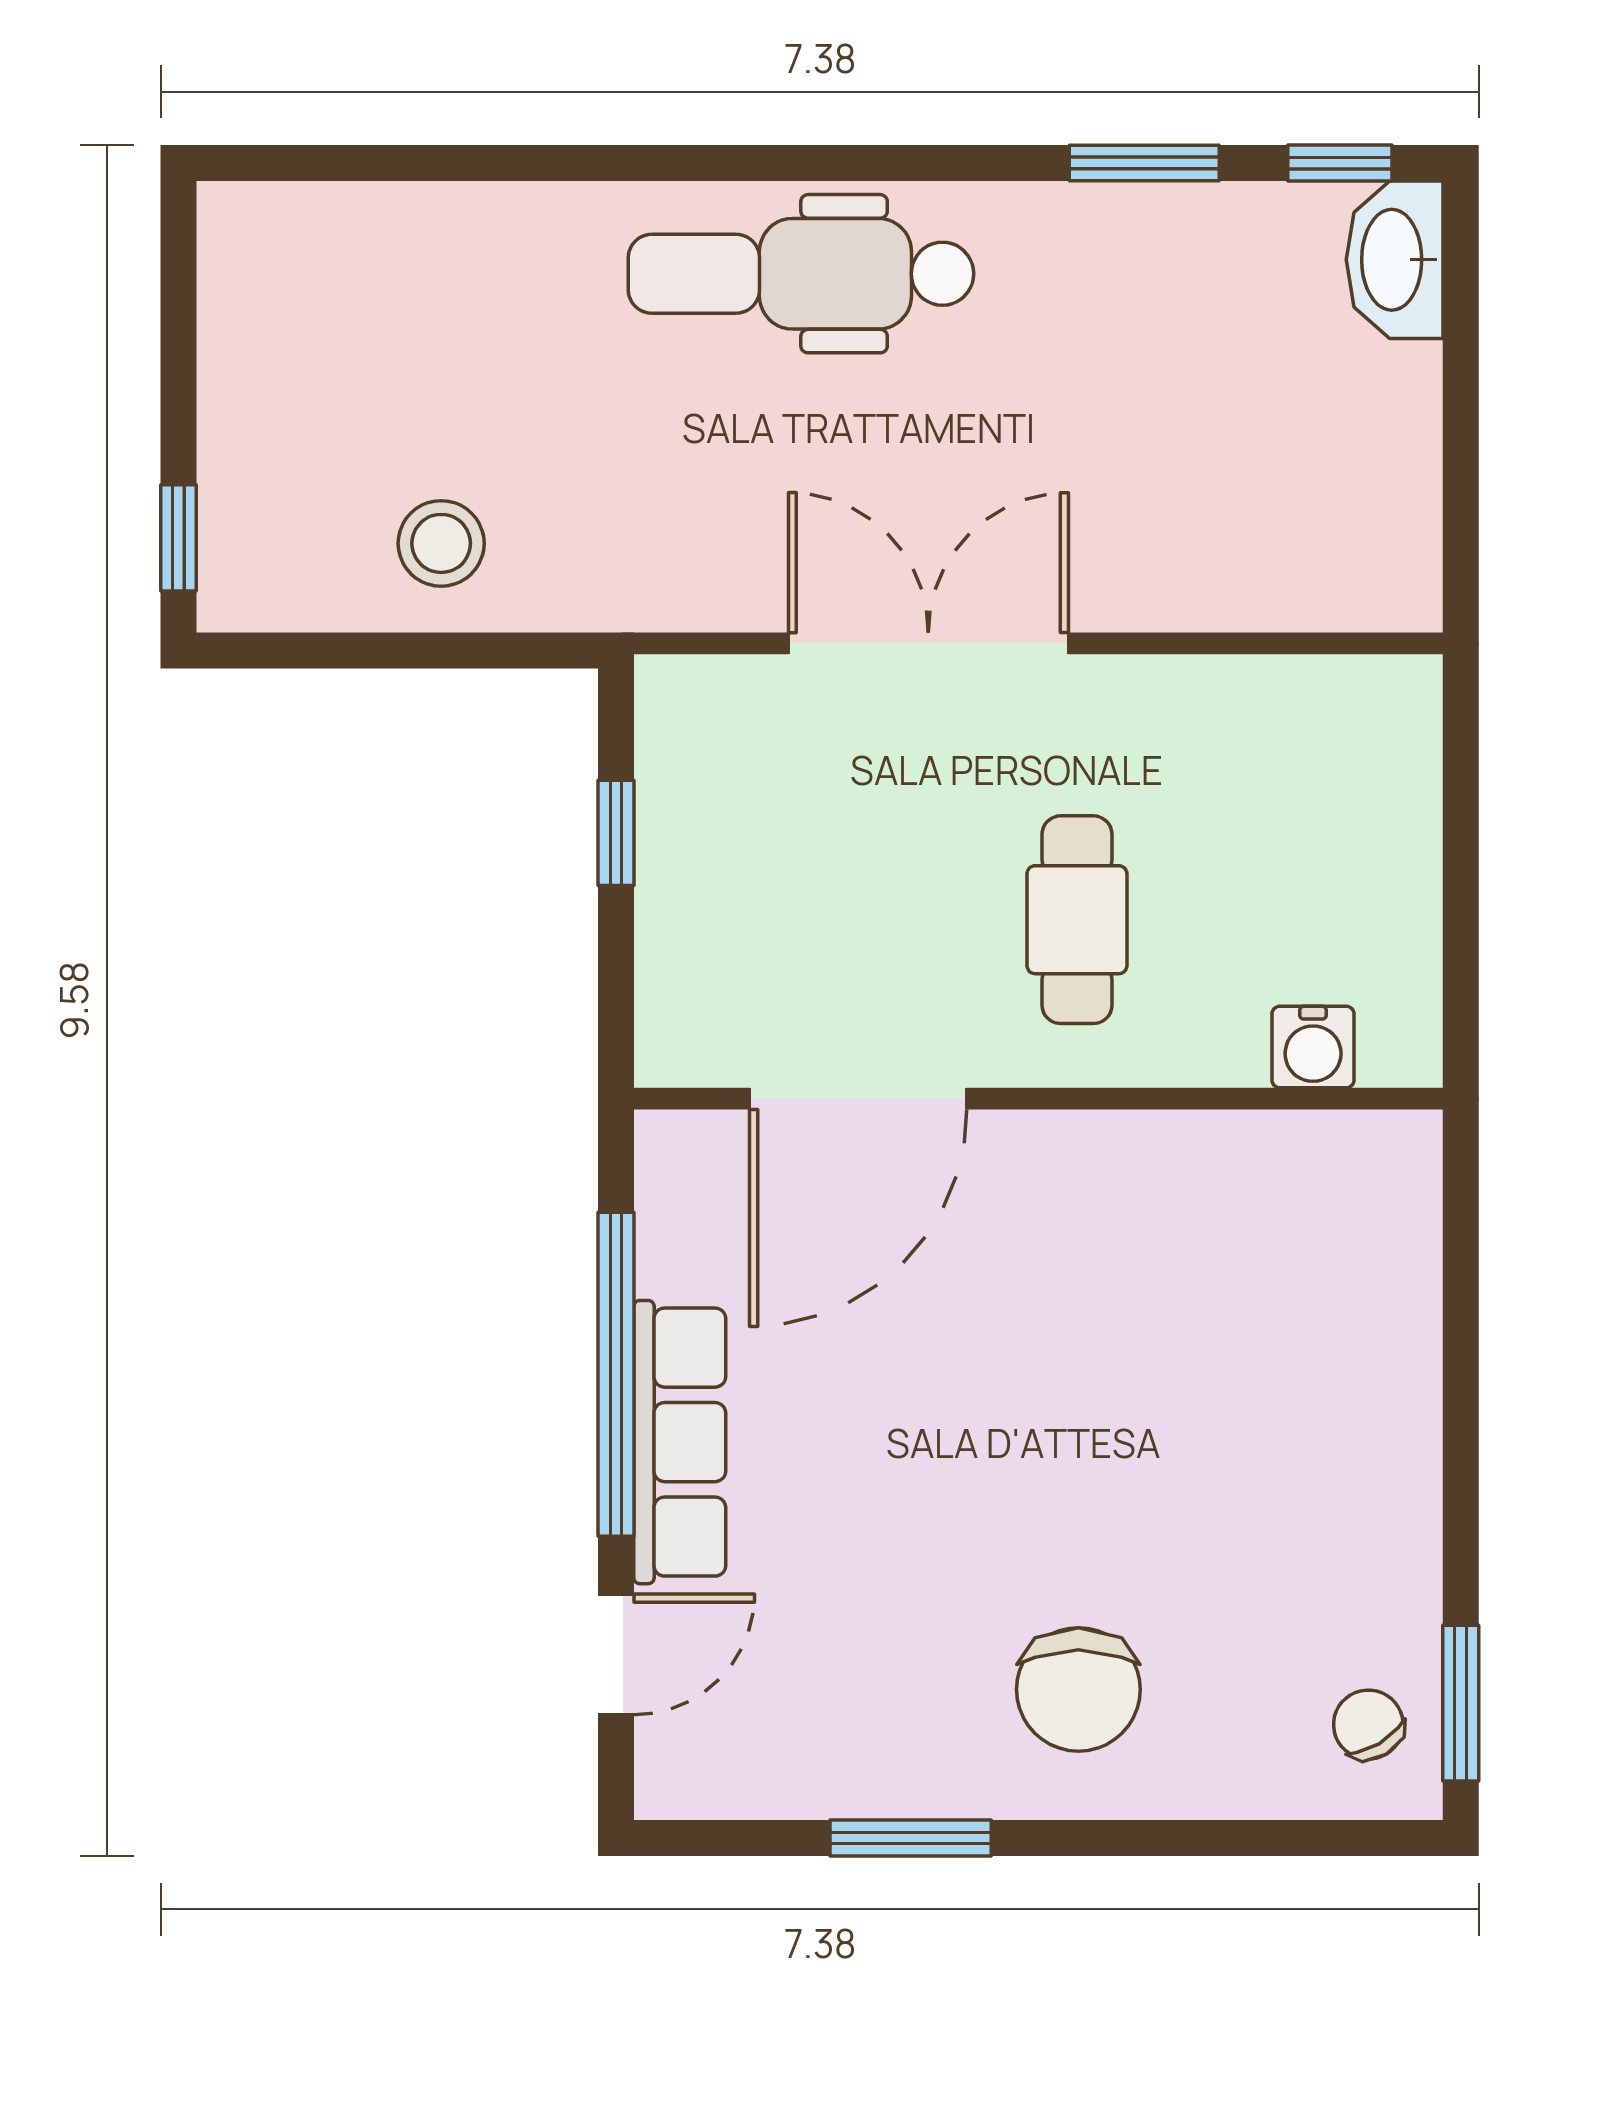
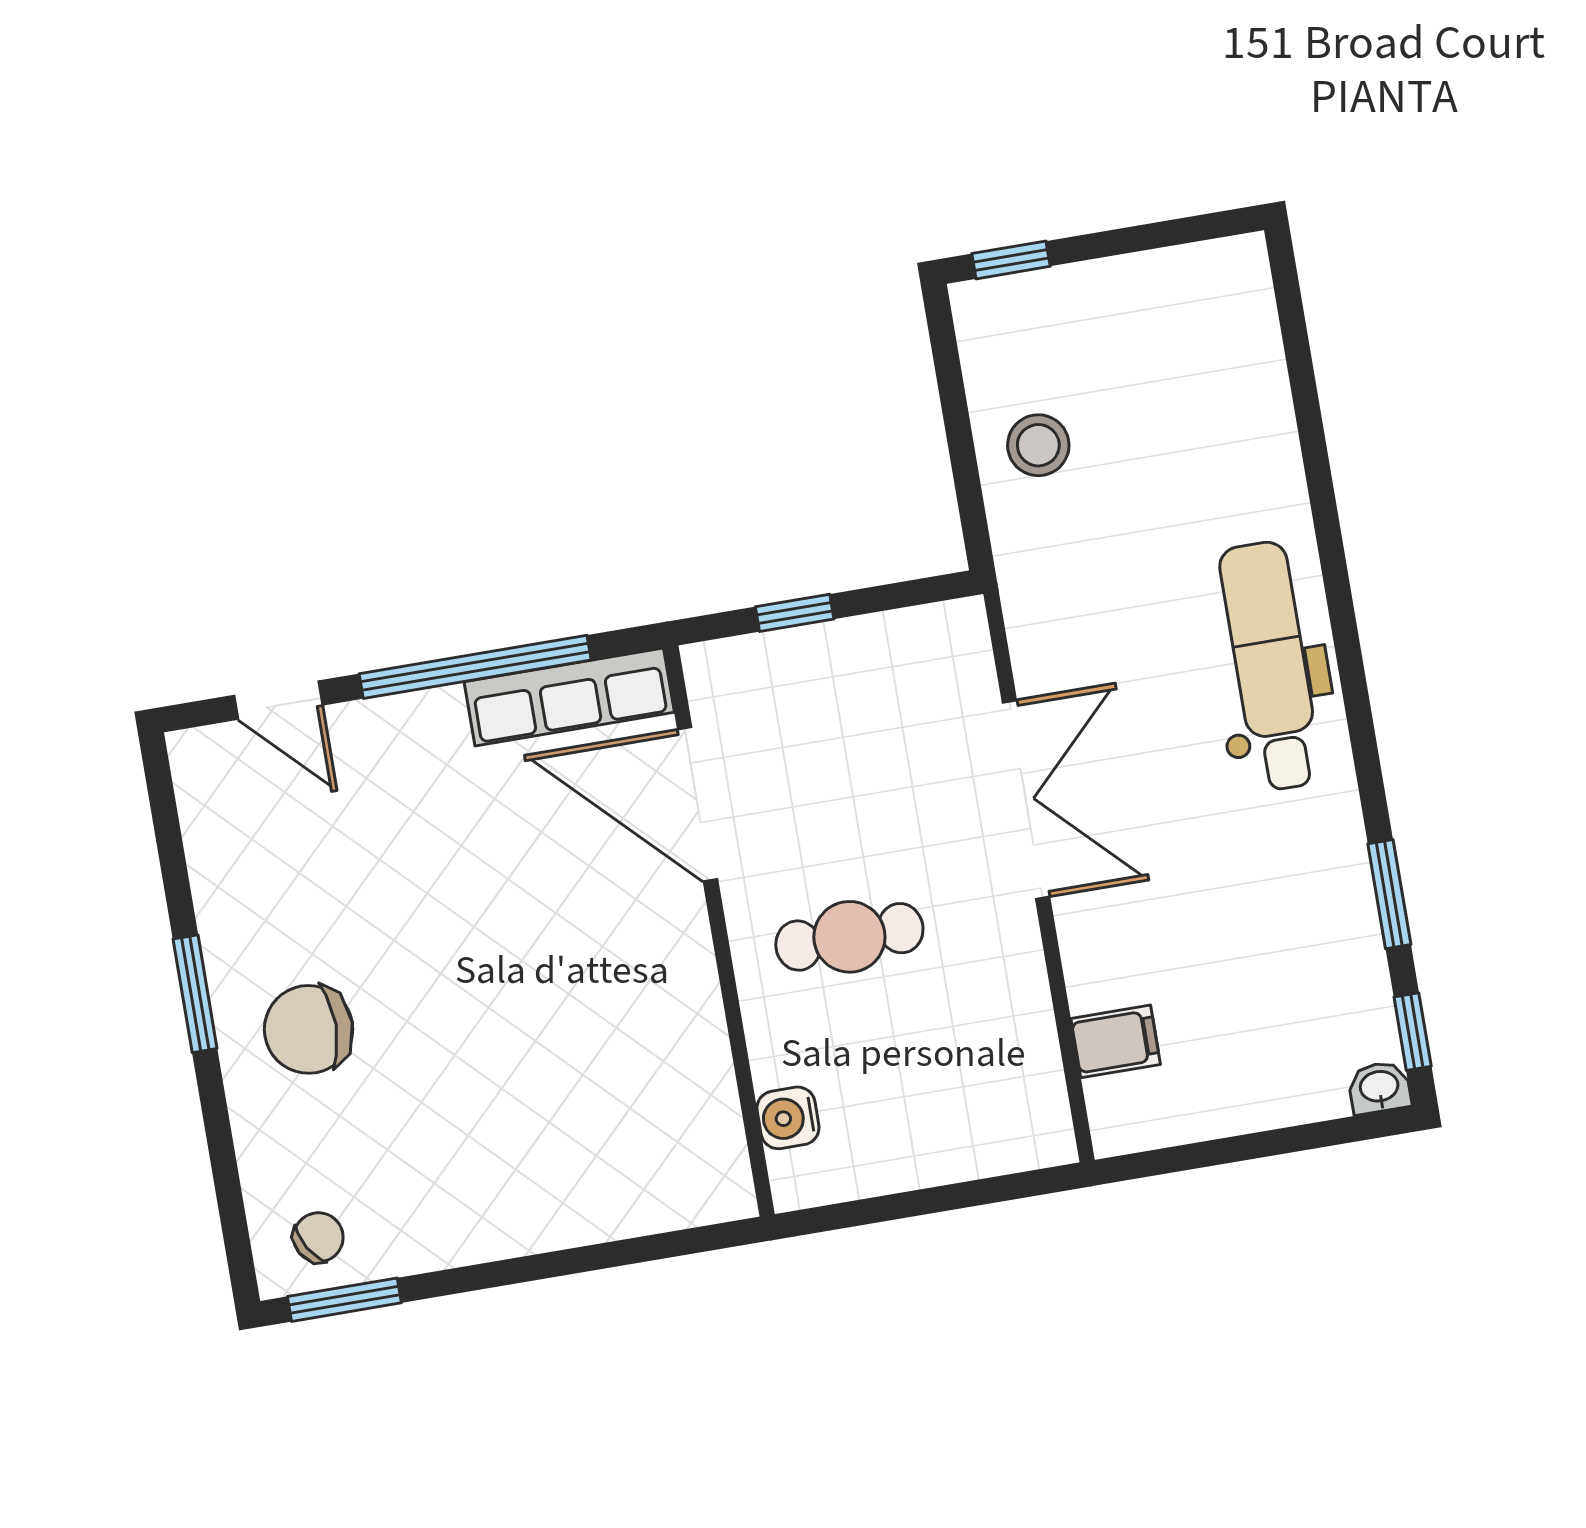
washbasin: (1395, 260) -> (1379, 1088), width x0.52, depth x0.69
filing cabinet: (1284, 576) -> (1116, 1041), added
window: (616, 833) -> (795, 613), moved
row of seats: (680, 1442) -> (569, 697), moved
window: (911, 1838) -> (195, 994), moved

